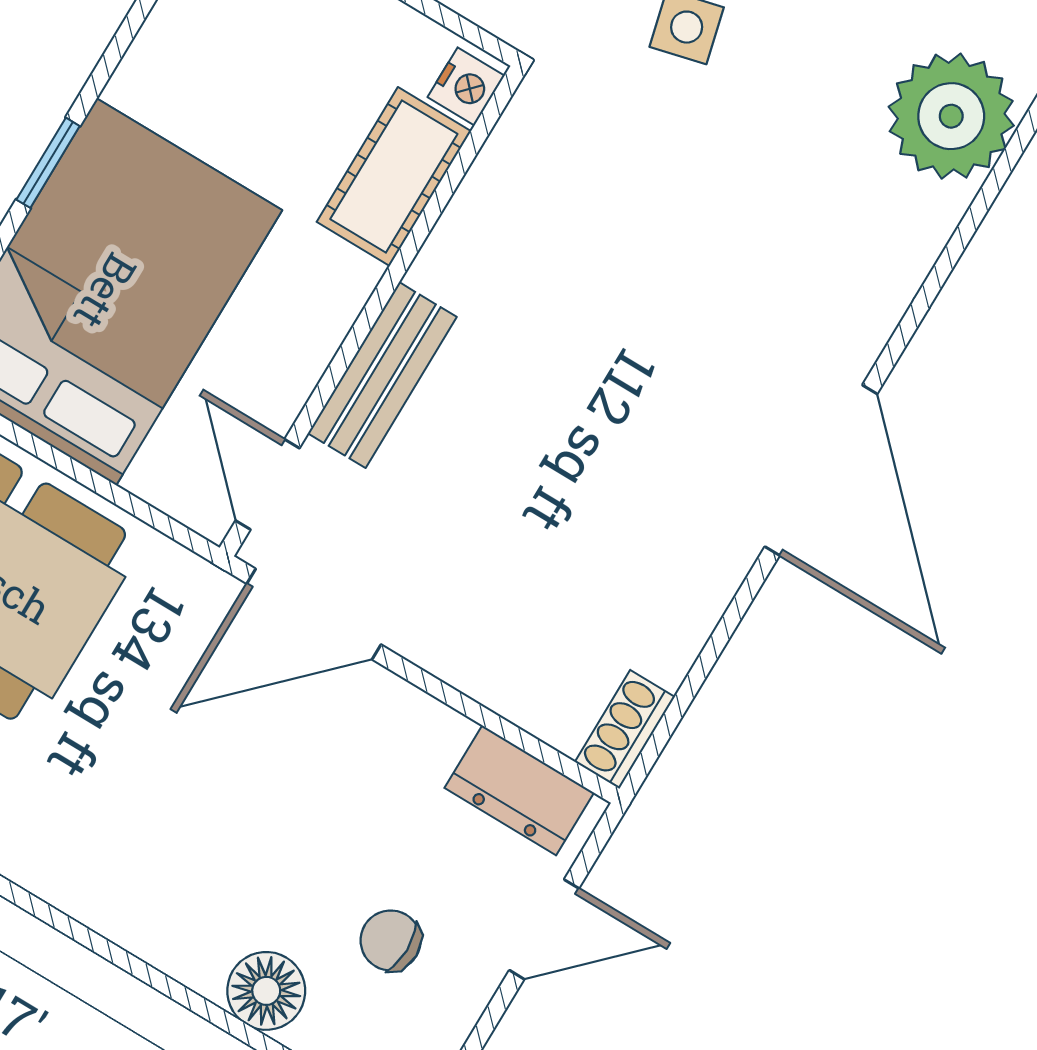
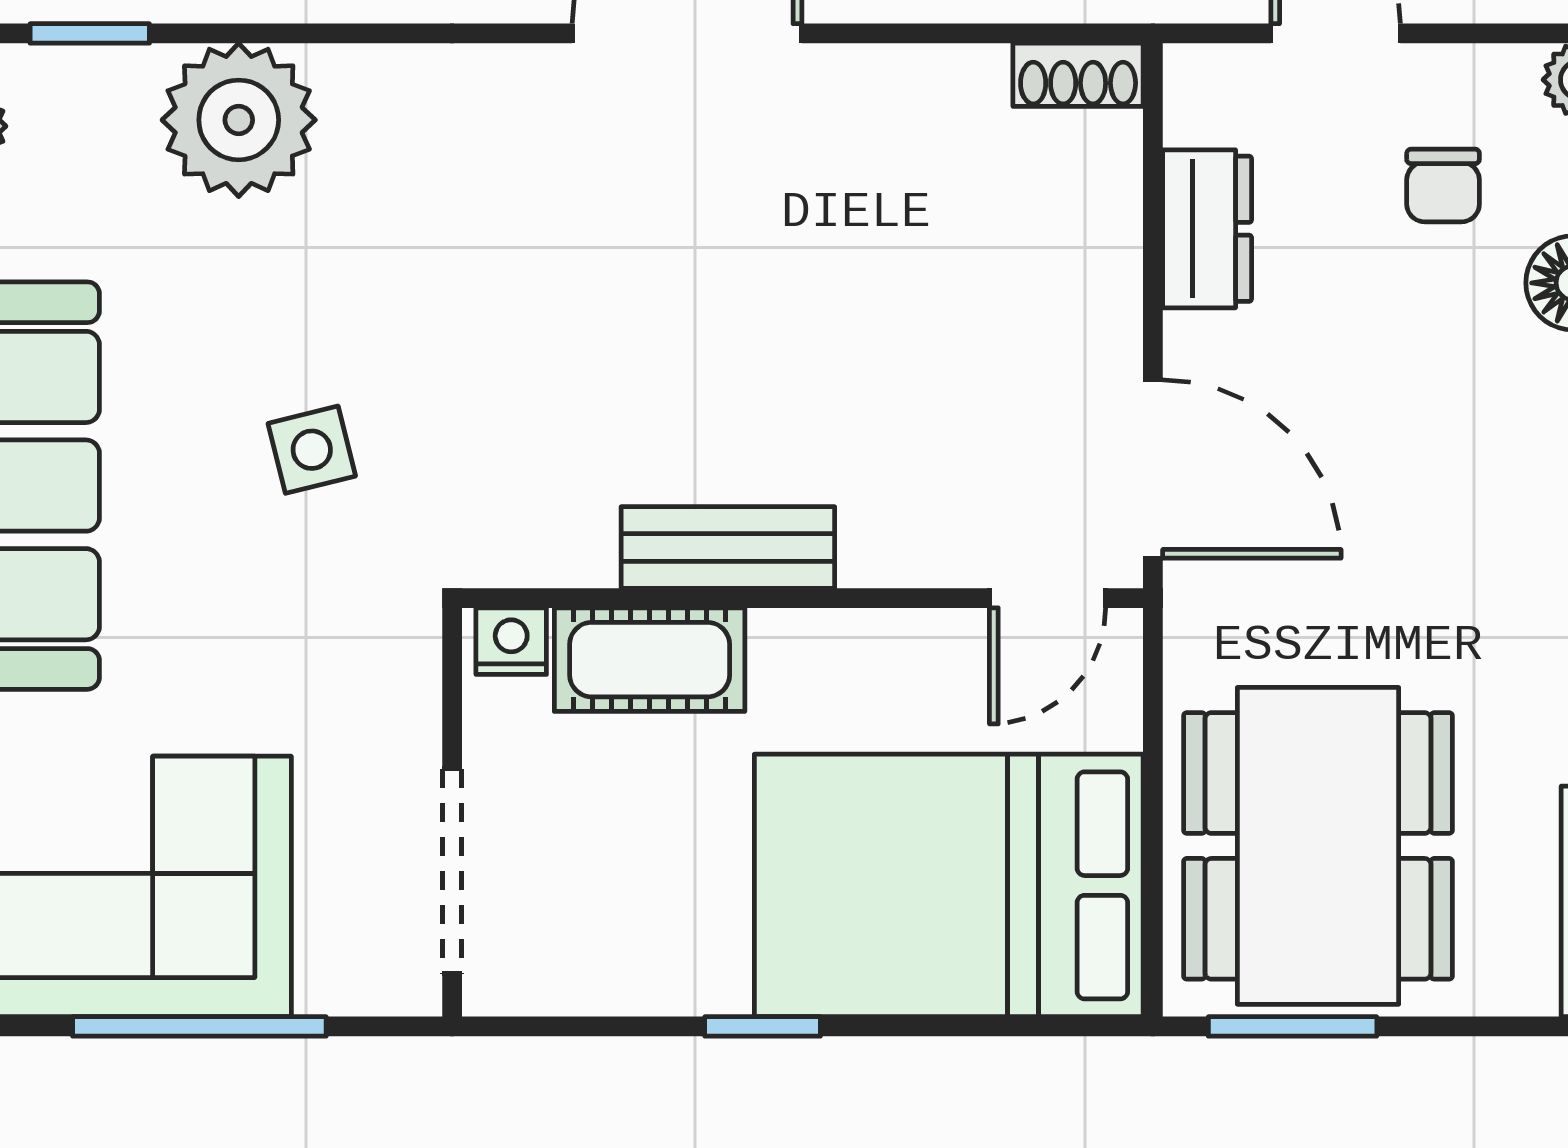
window: (48, 163) -> (763, 1026), moved
bench: (382, 375) -> (728, 548), moved
dresser: (519, 790) -> (1207, 229), moved

